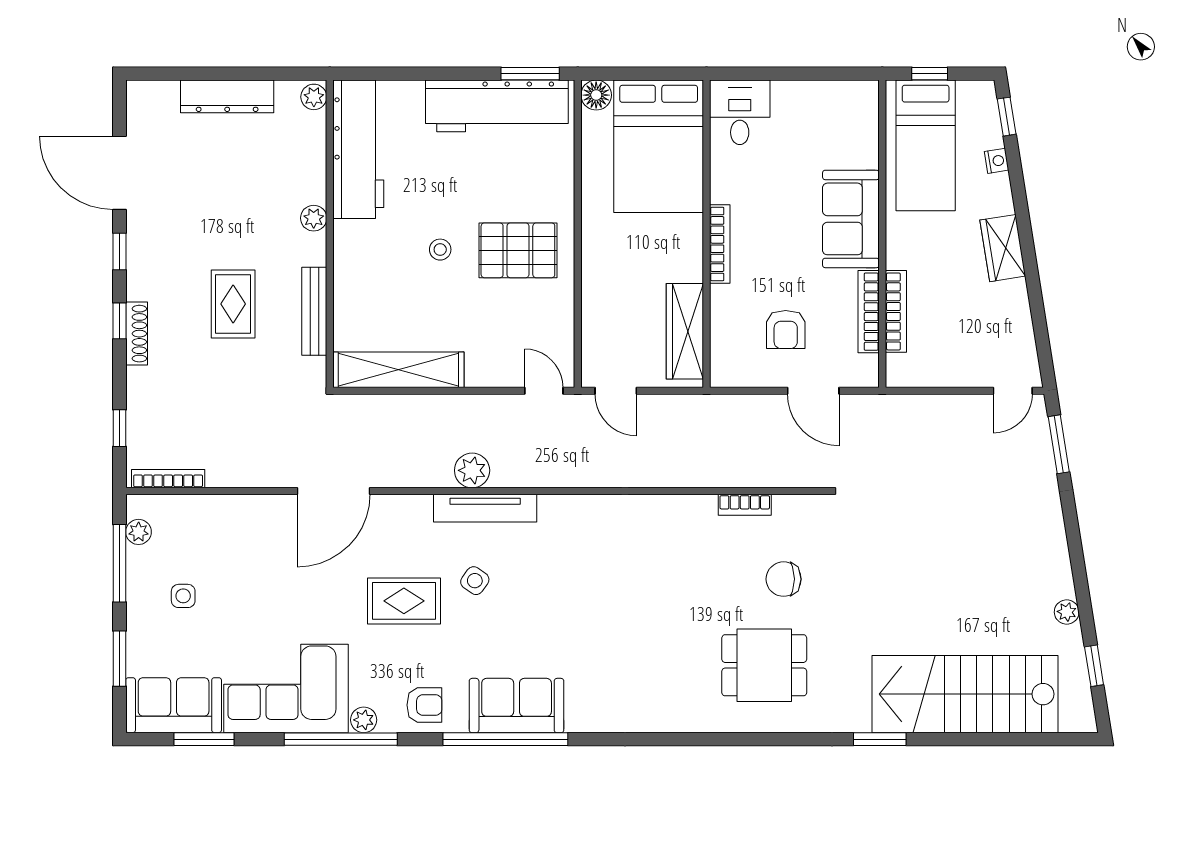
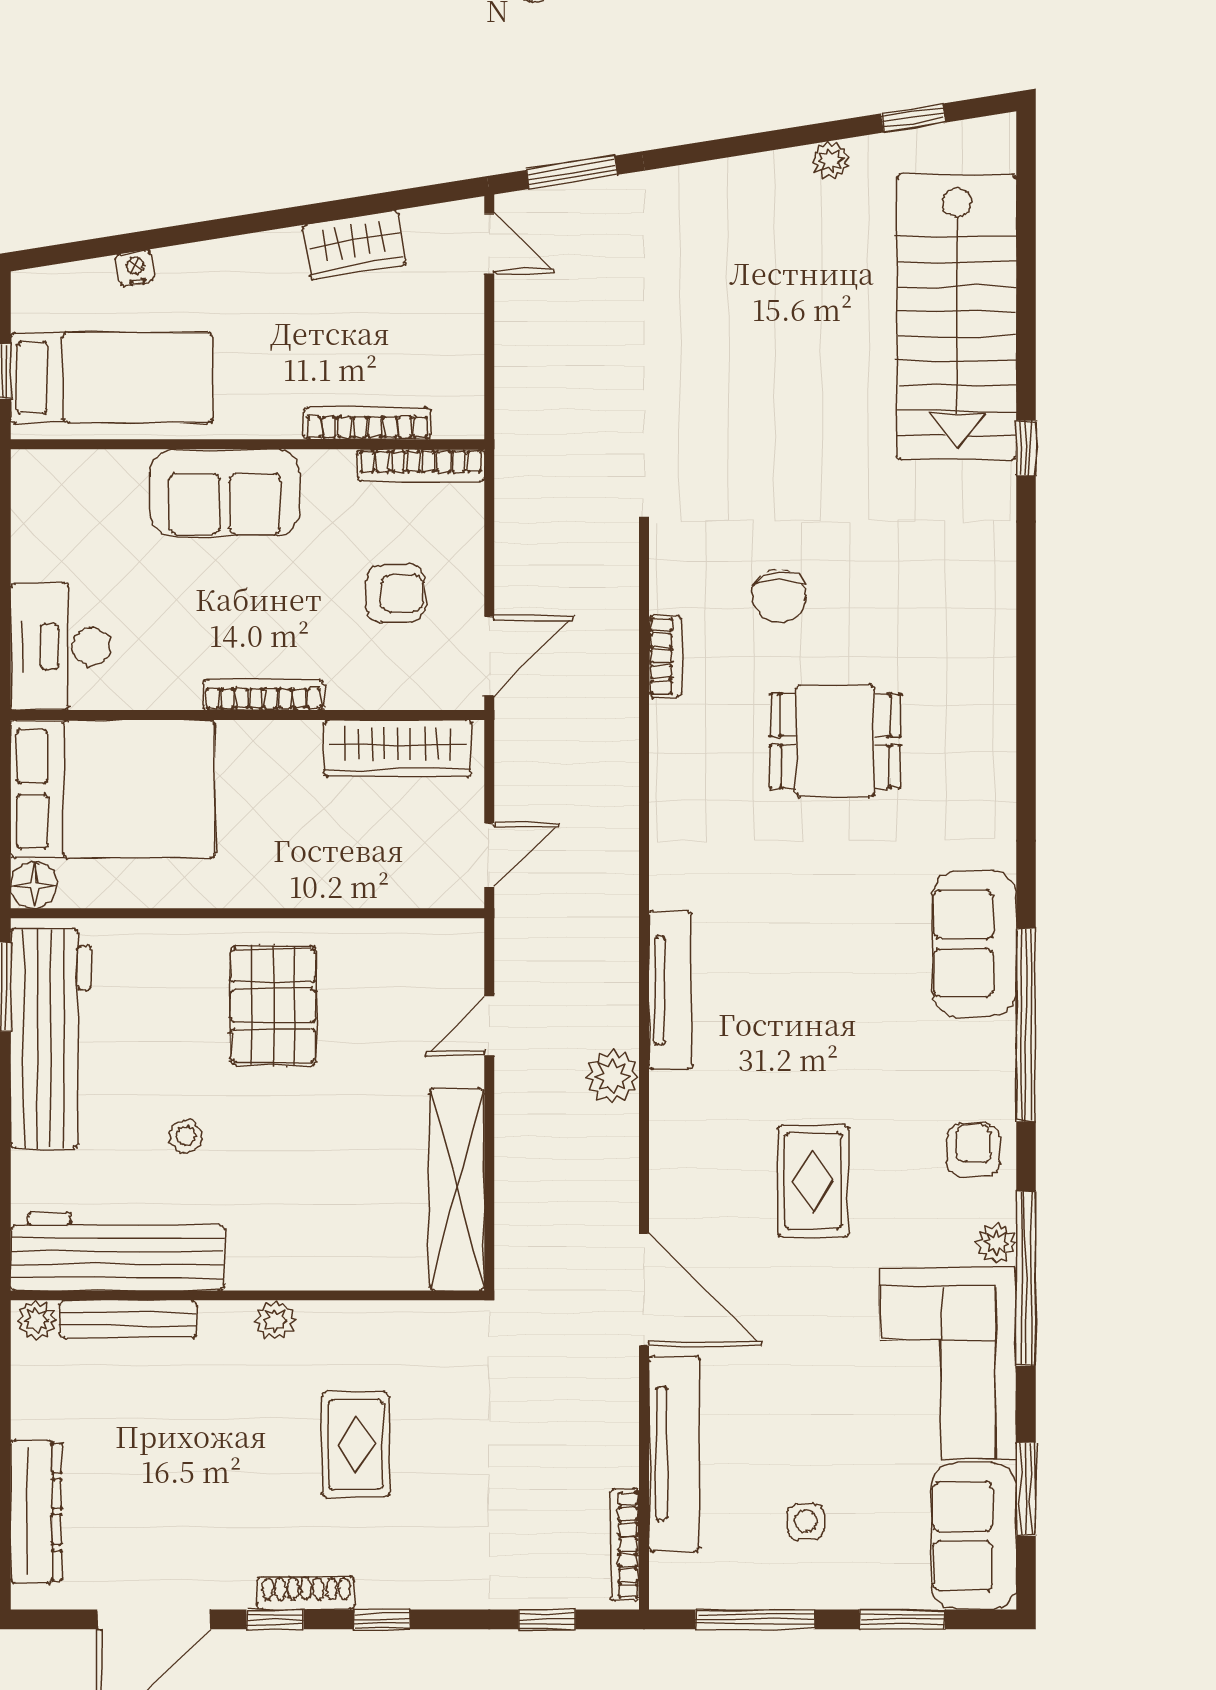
dresser: (227, 96) -> (36, 1512), moved
desk: (740, 112) -> (60, 647), width x1.37
window: (1007, 117) -> (67, 253), removed
plant: (314, 218) -> (275, 1320), moved
wardrobe: (1003, 248) -> (354, 245), moved
stool: (440, 250) -> (186, 1136), moved
rug: (233, 304) -> (356, 1444), turned 90
bench: (314, 311) -> (128, 1319), moved
bookcase: (869, 312) -> (421, 465), moved
shoe rack: (137, 334) -> (306, 1593), moved
door: (544, 391) -> (489, 1026), moved
door: (813, 391) -> (489, 656), moved
tv unit: (485, 508) -> (670, 990), moved
tv unit: (227, 511) -> (674, 1453), added
plant: (139, 532) -> (707, 1590), removed
side table: (475, 581) -> (782, 1072), removed
dining table: (764, 665) -> (835, 741), moved, turned 90
sofa: (517, 706) -> (974, 944), moved
window: (880, 739) -> (1026, 448), width x0.67

